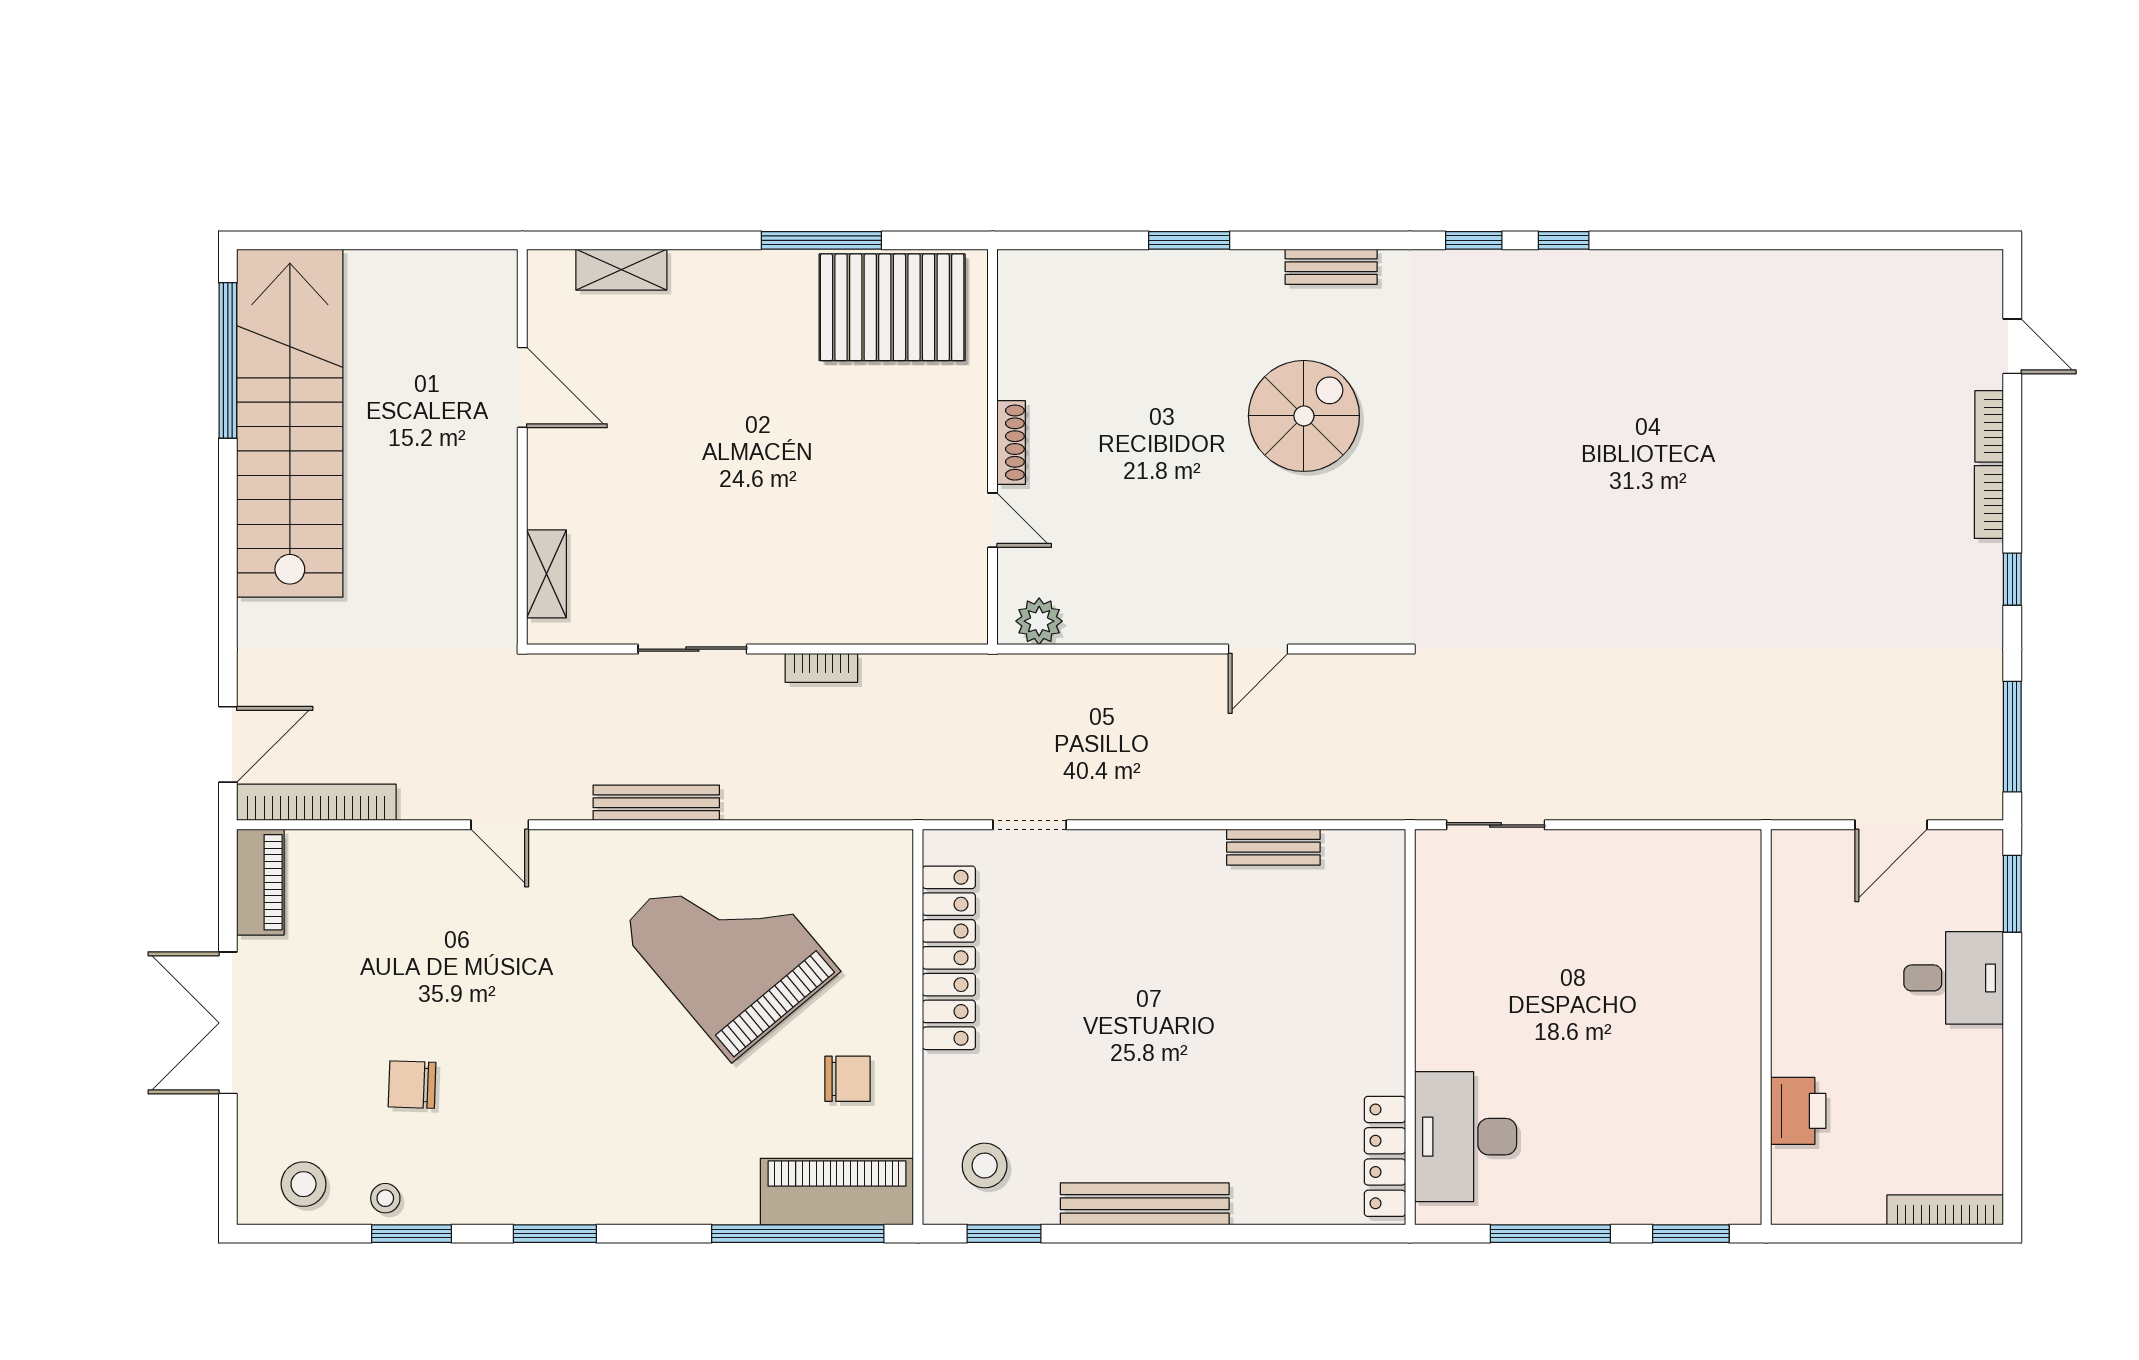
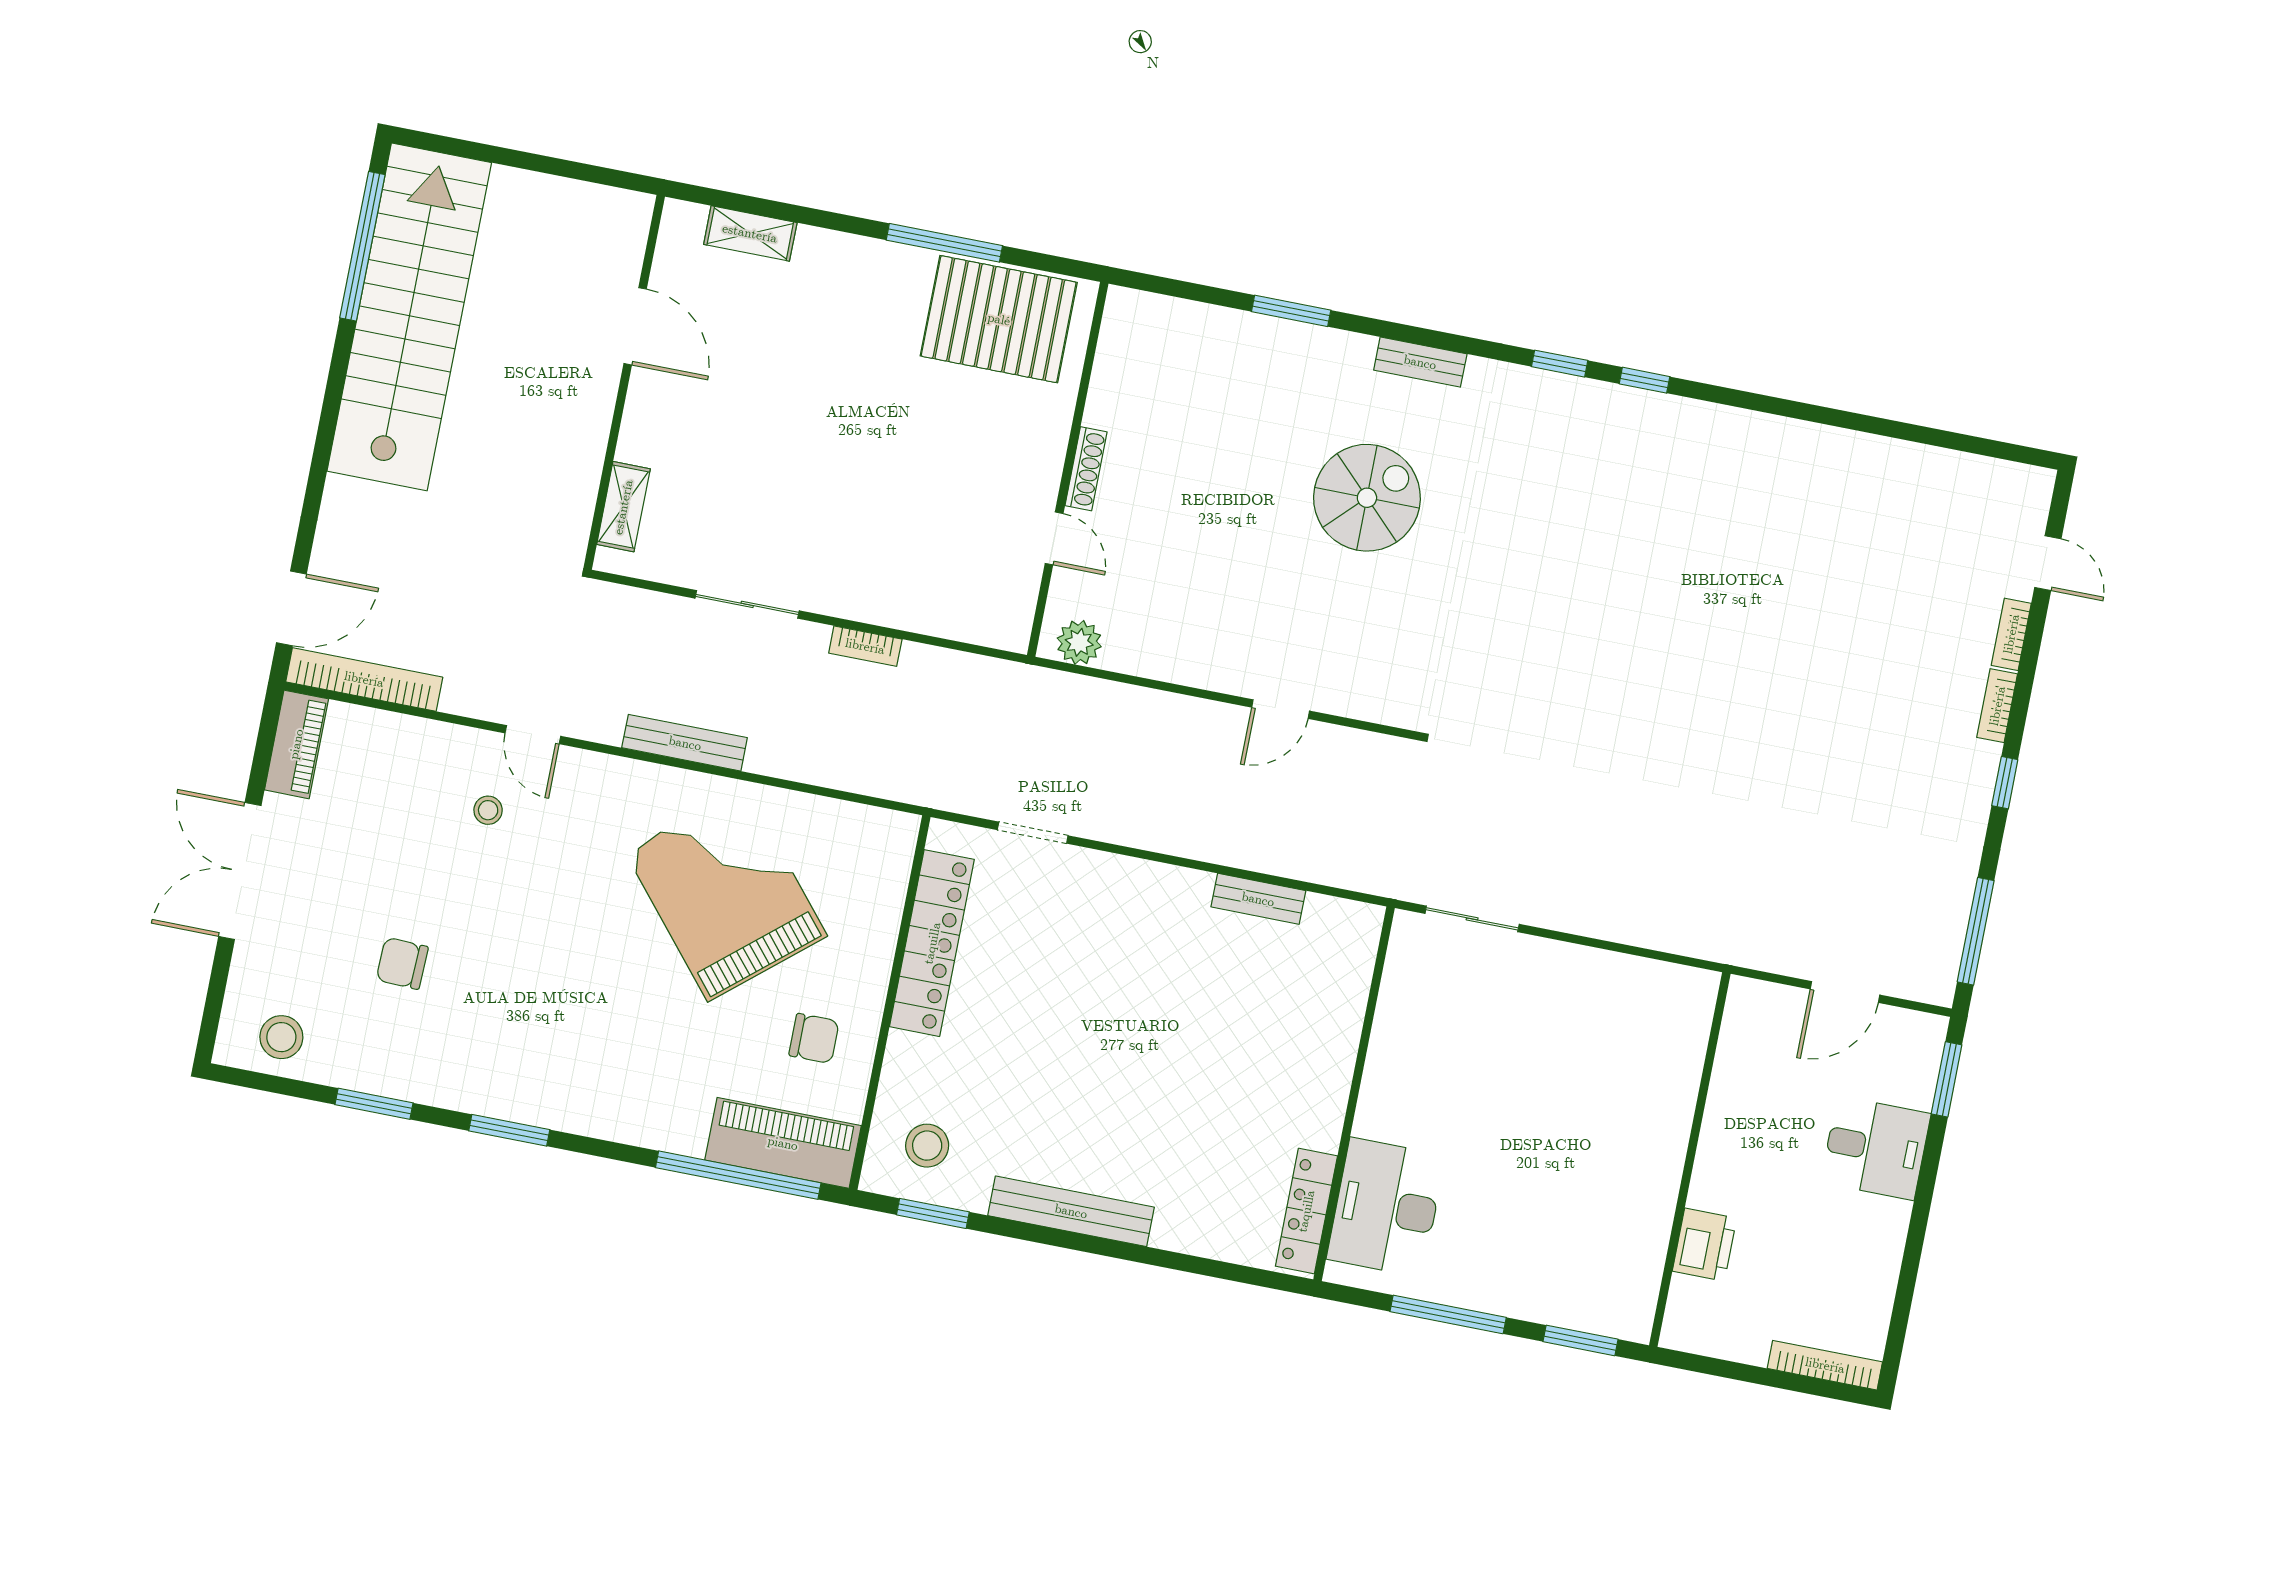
stool: (385, 1198) -> (488, 810), moved

